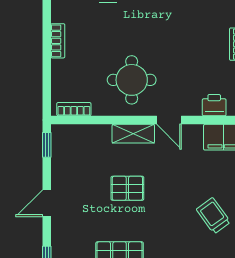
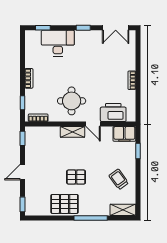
window: (47, 83) -> (23, 103), added
printer: (214, 105) -> (113, 112), width x1.87, depth x1.48
pallet: (127, 188) -> (76, 177), moved

